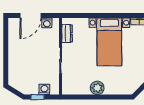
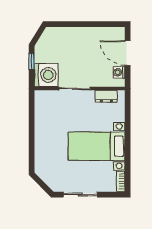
plant: (97, 88) -> (42, 132), removed
washing machine: (44, 89) -> (46, 75), width x1.89, depth x1.89

